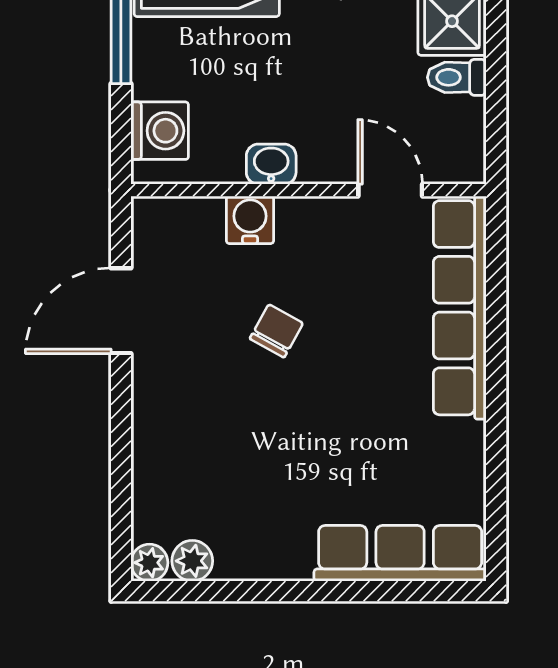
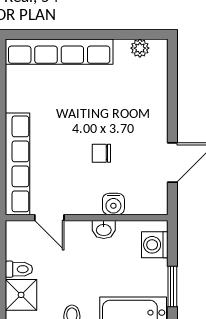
chair: (276, 331) -> (101, 153), turned 61
row of seats: (400, 553) -> (59, 52), width x1.36
plant: (149, 563) -> (159, 47), removed

